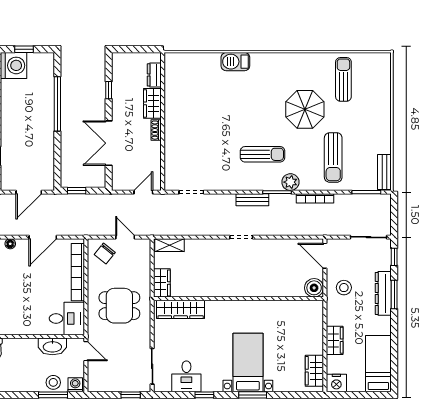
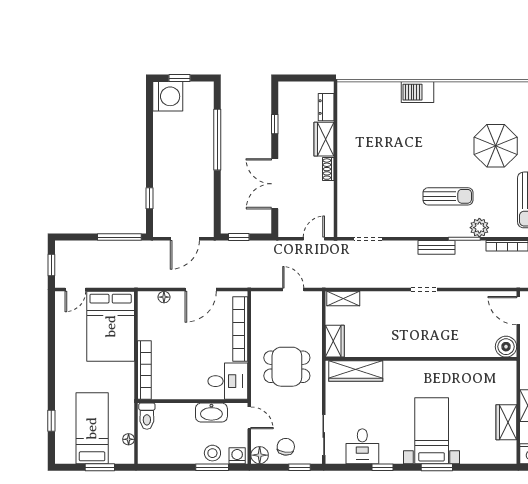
chair: (105, 253) -> (286, 447), moved, turned 149
wardrobe: (314, 371) -> (506, 422), moved
floor lamp: (95, 384) -> (260, 455), added

